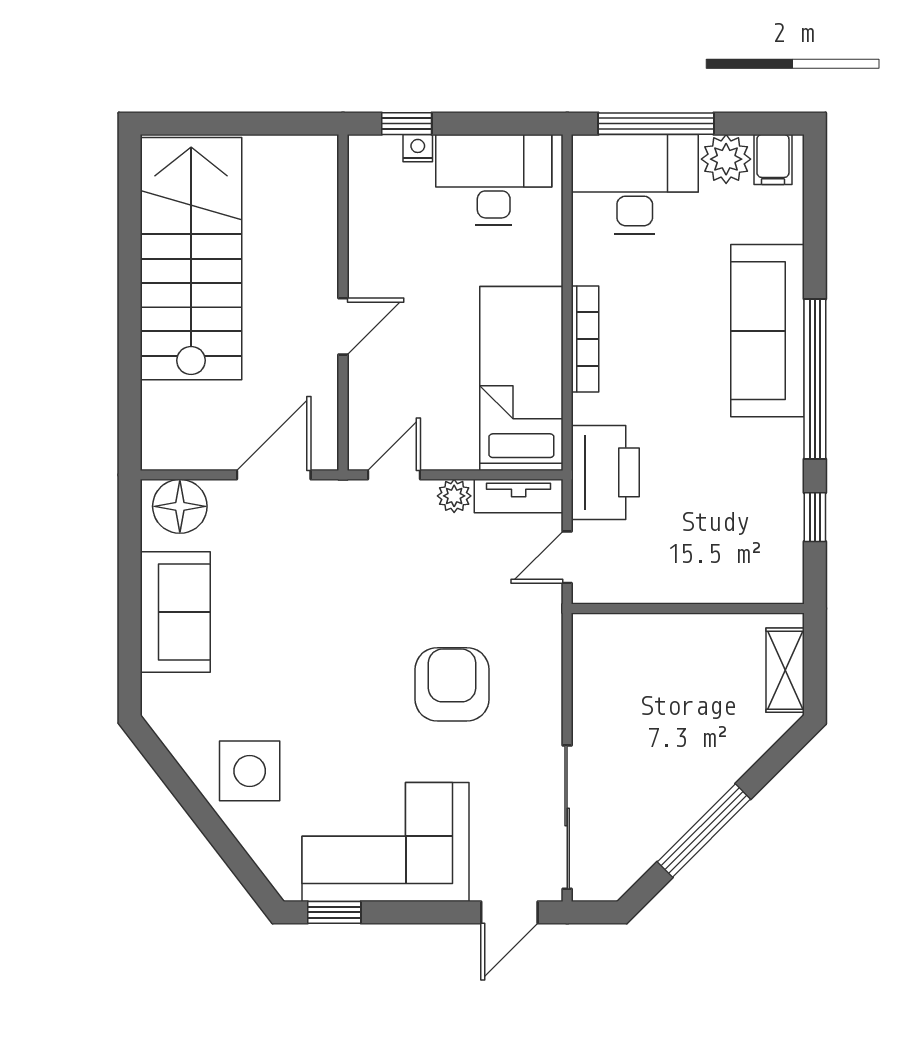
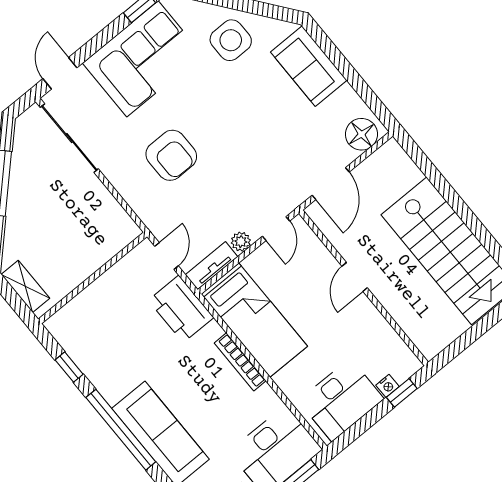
sofa: (175, 612) -> (309, 66), moved

